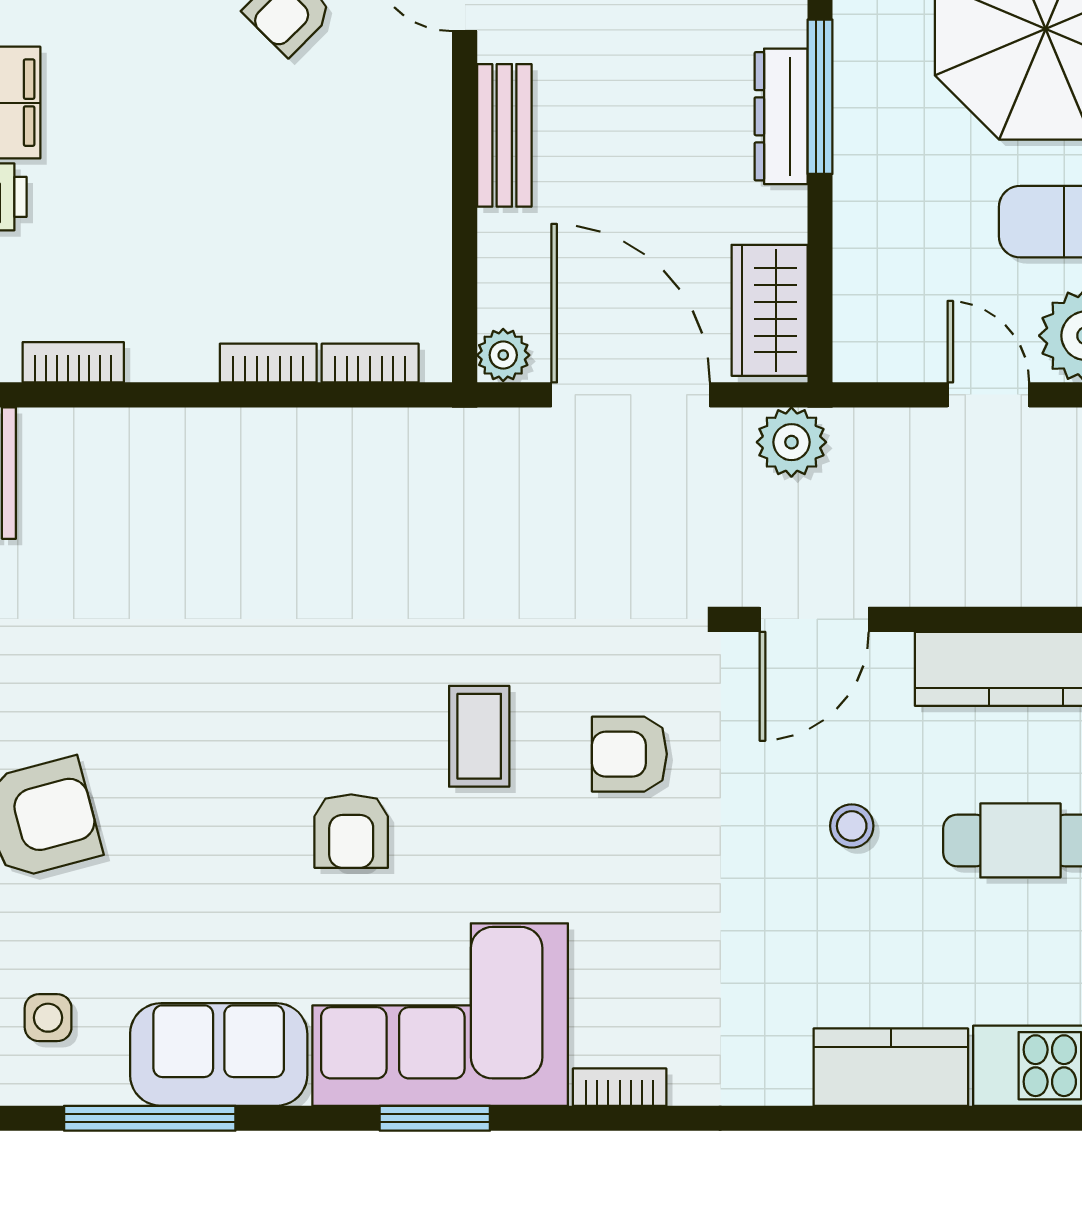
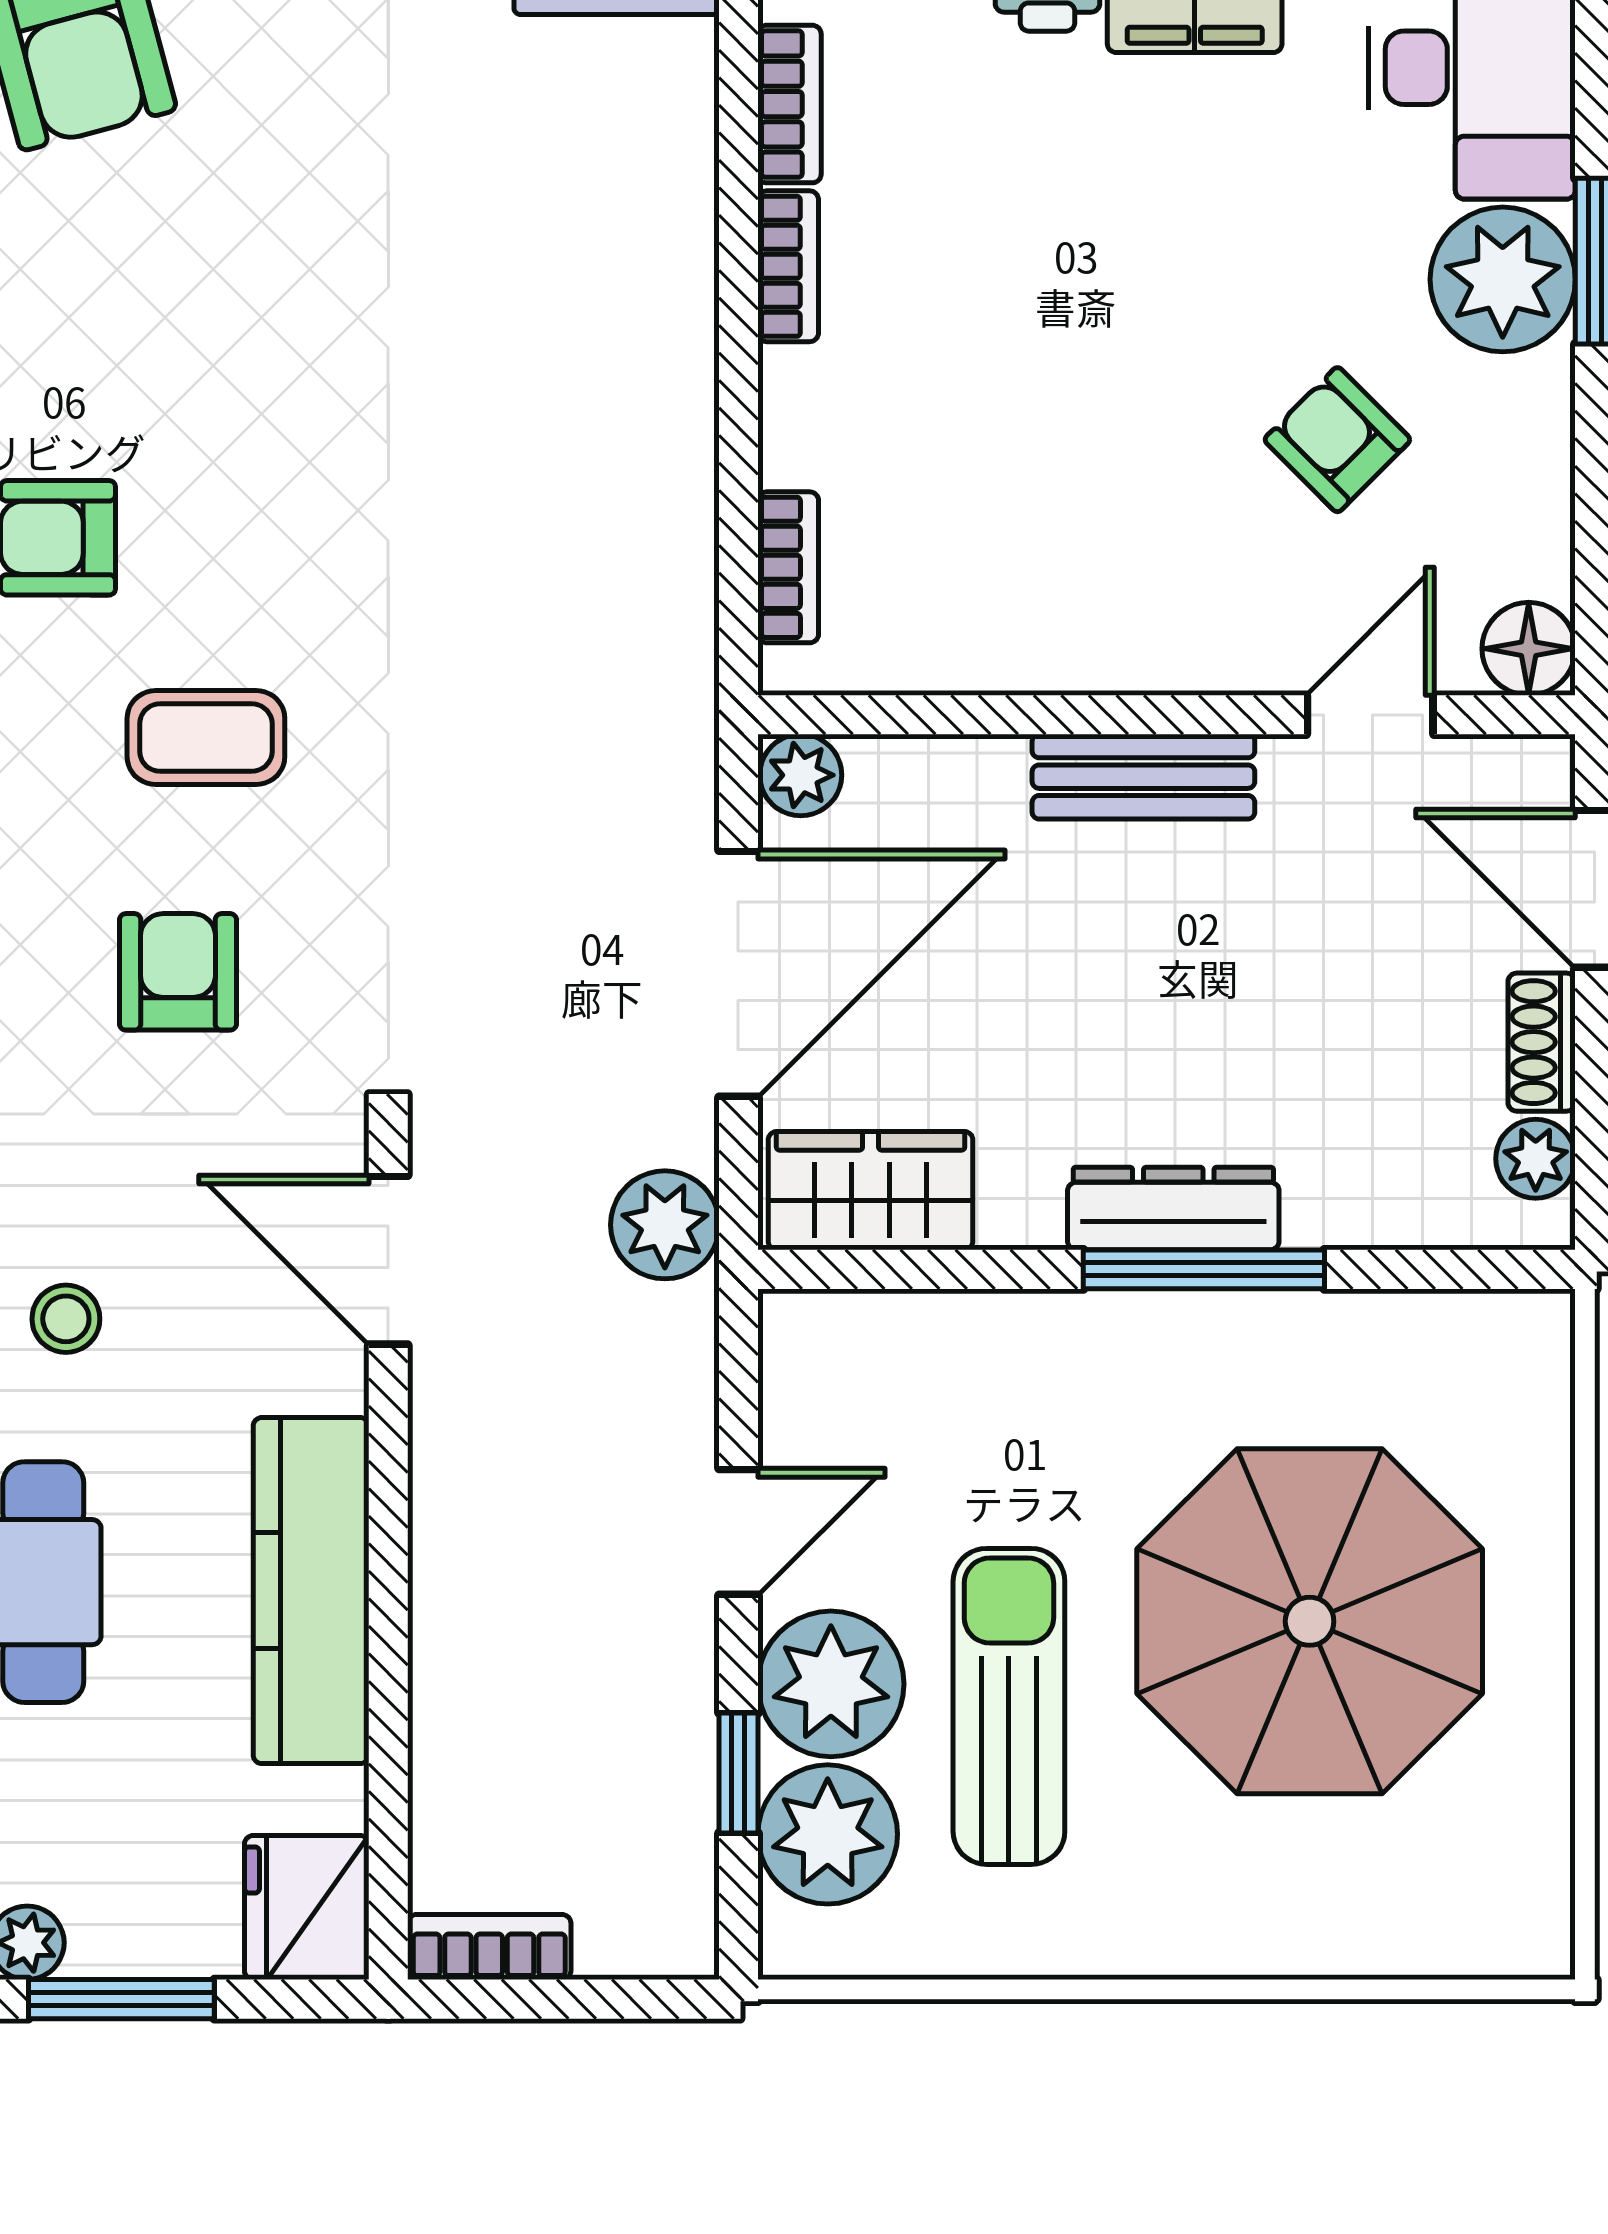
bookcase: (268, 363) -> (788, 266), moved

